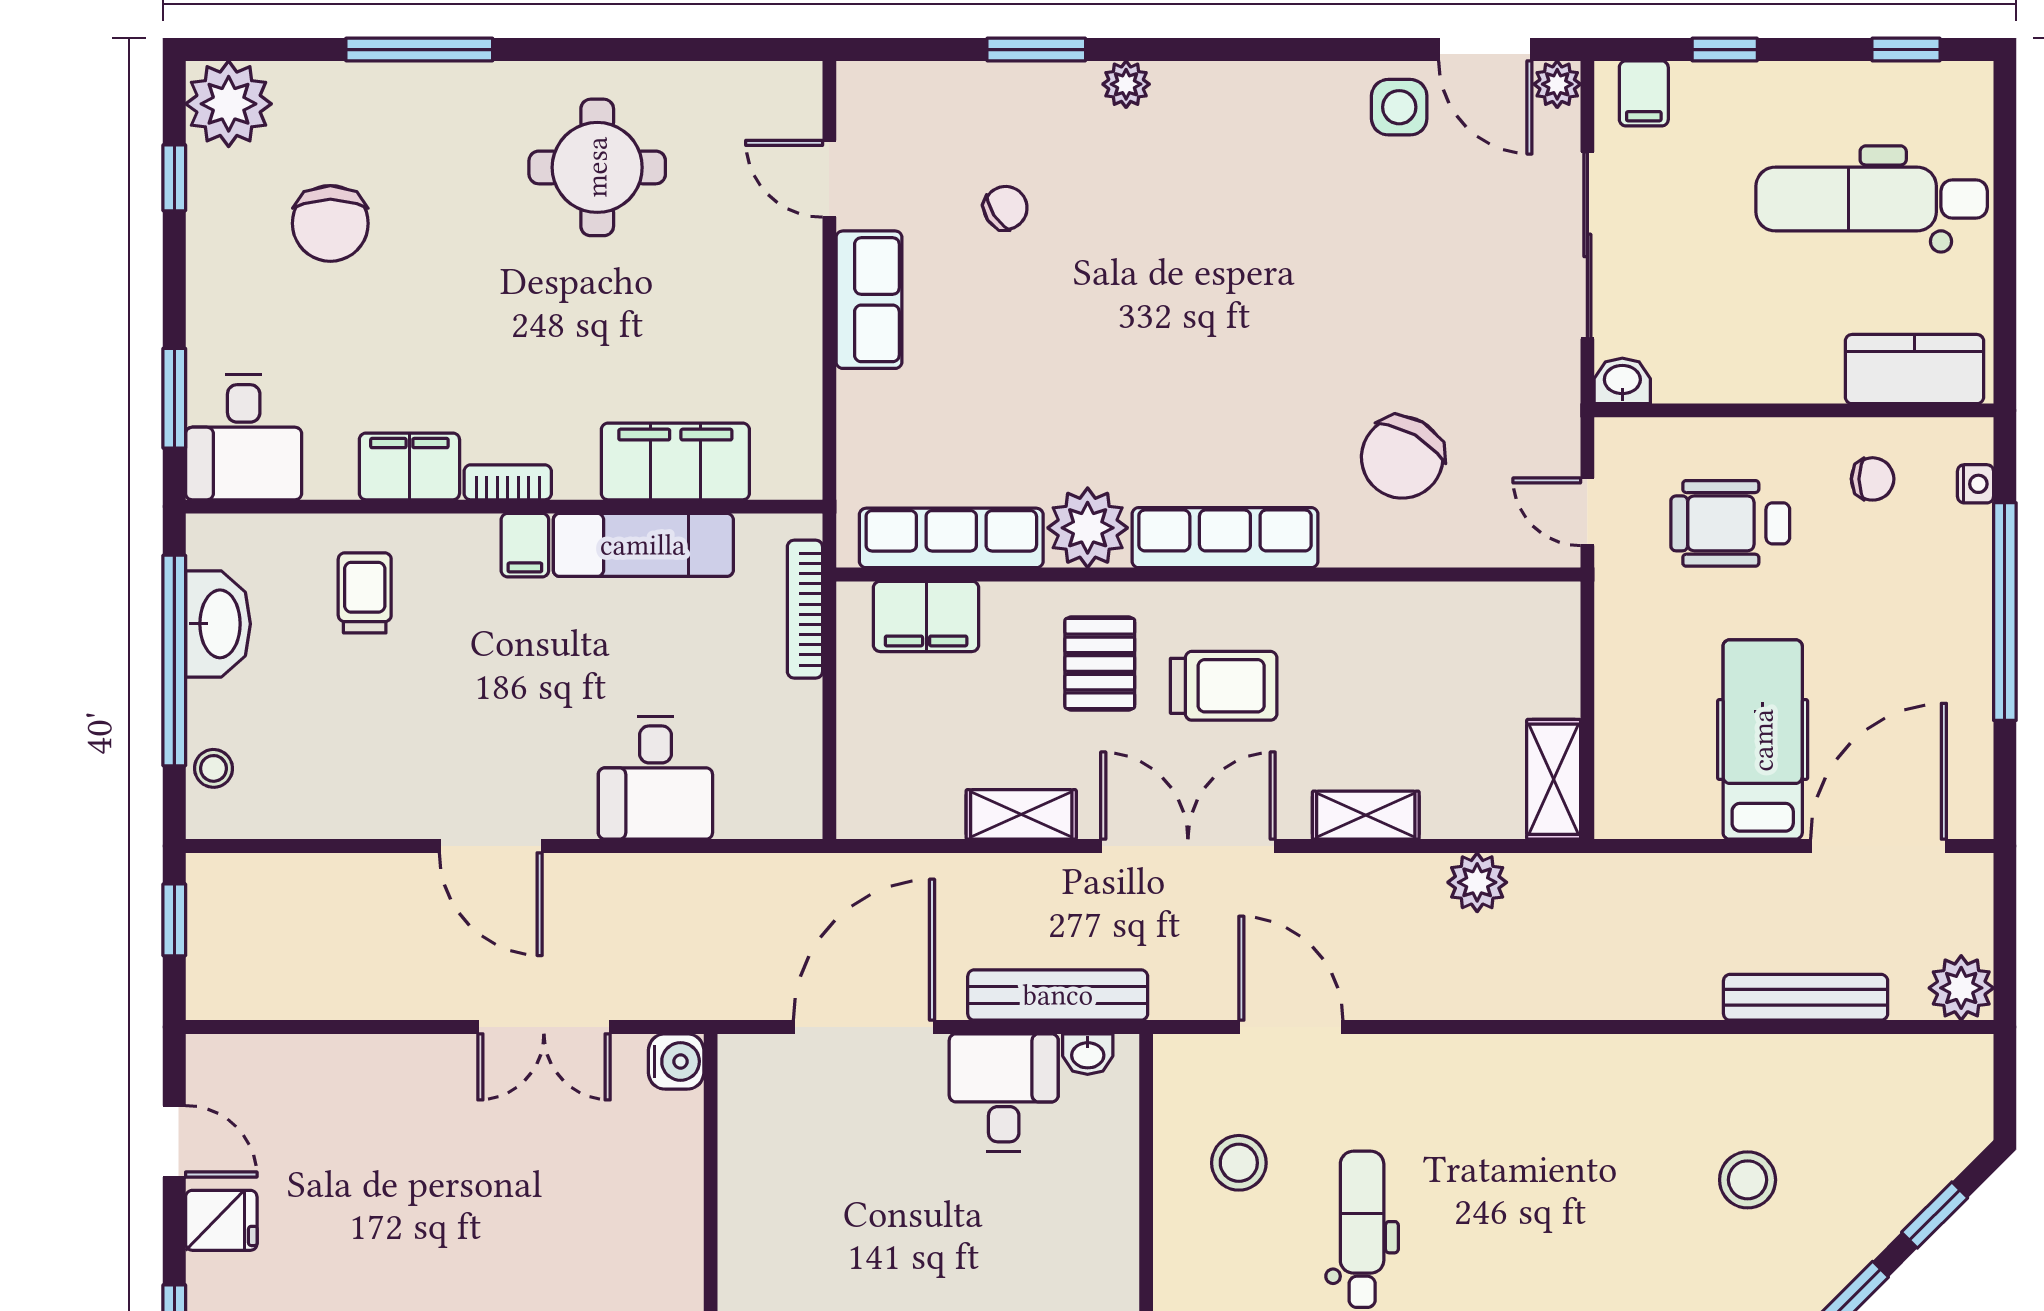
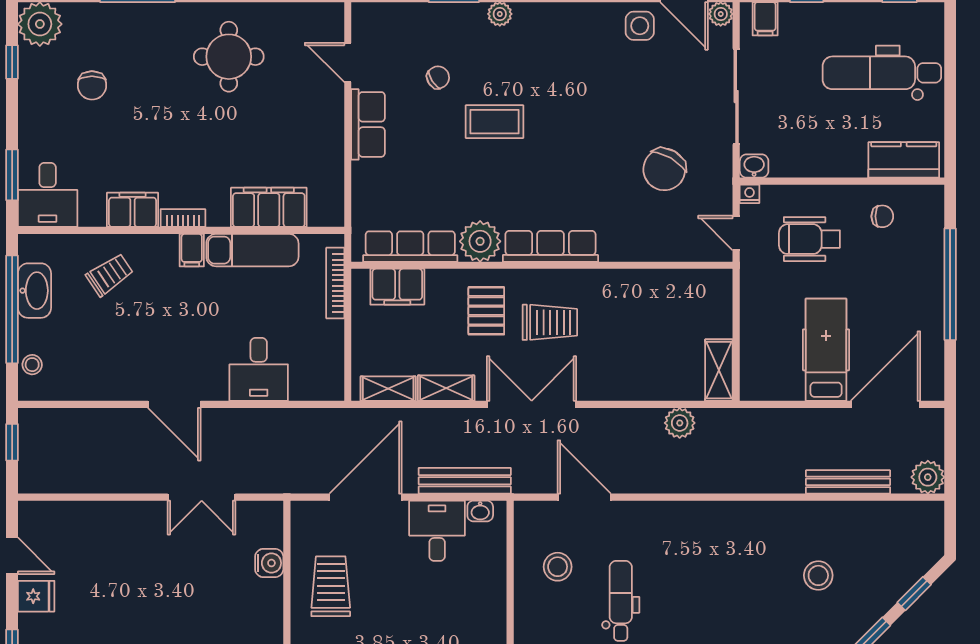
chair: (330, 223) -> (92, 85), width x0.73, depth x0.73
coffee table: (1116, 294) -> (494, 122), added
chair: (1402, 457) -> (664, 169), moved
nightstand: (1975, 484) -> (749, 194), moved, turned -90
trolley: (365, 593) -> (110, 275), turned 56
shelving: (1366, 815) -> (388, 389), moved
water cooler: (676, 1061) -> (269, 563), moved
trolley: (796, 1201) -> (331, 586), added

